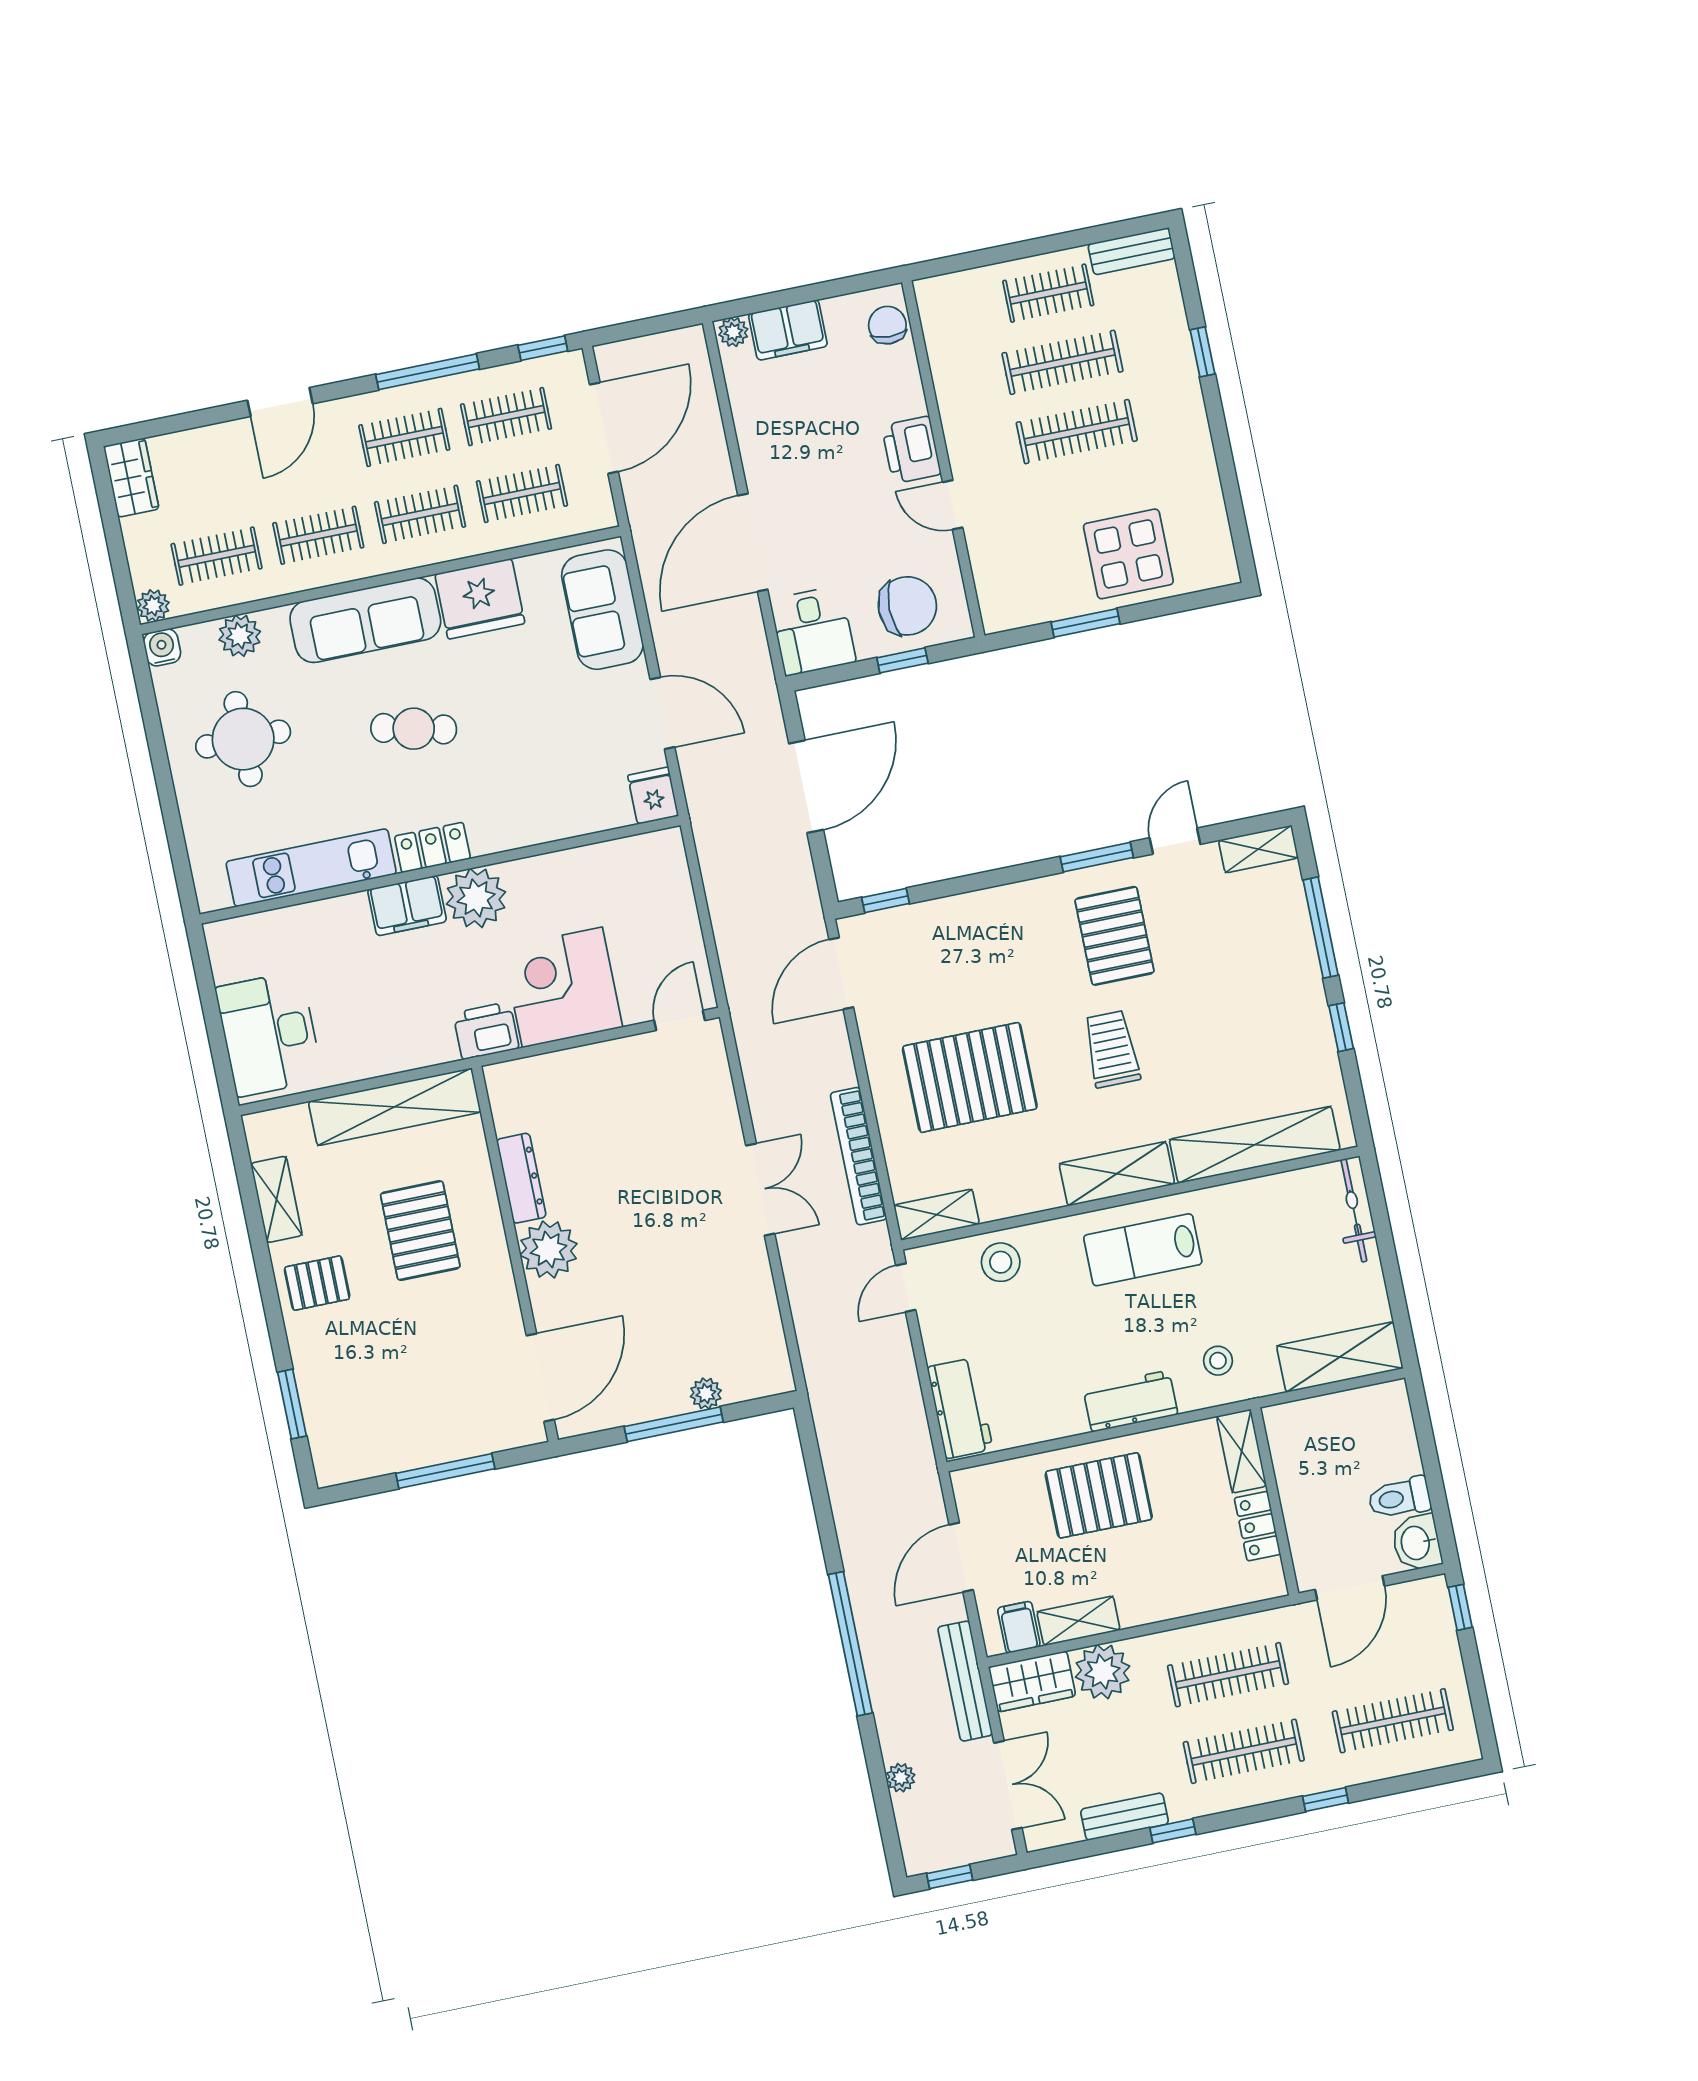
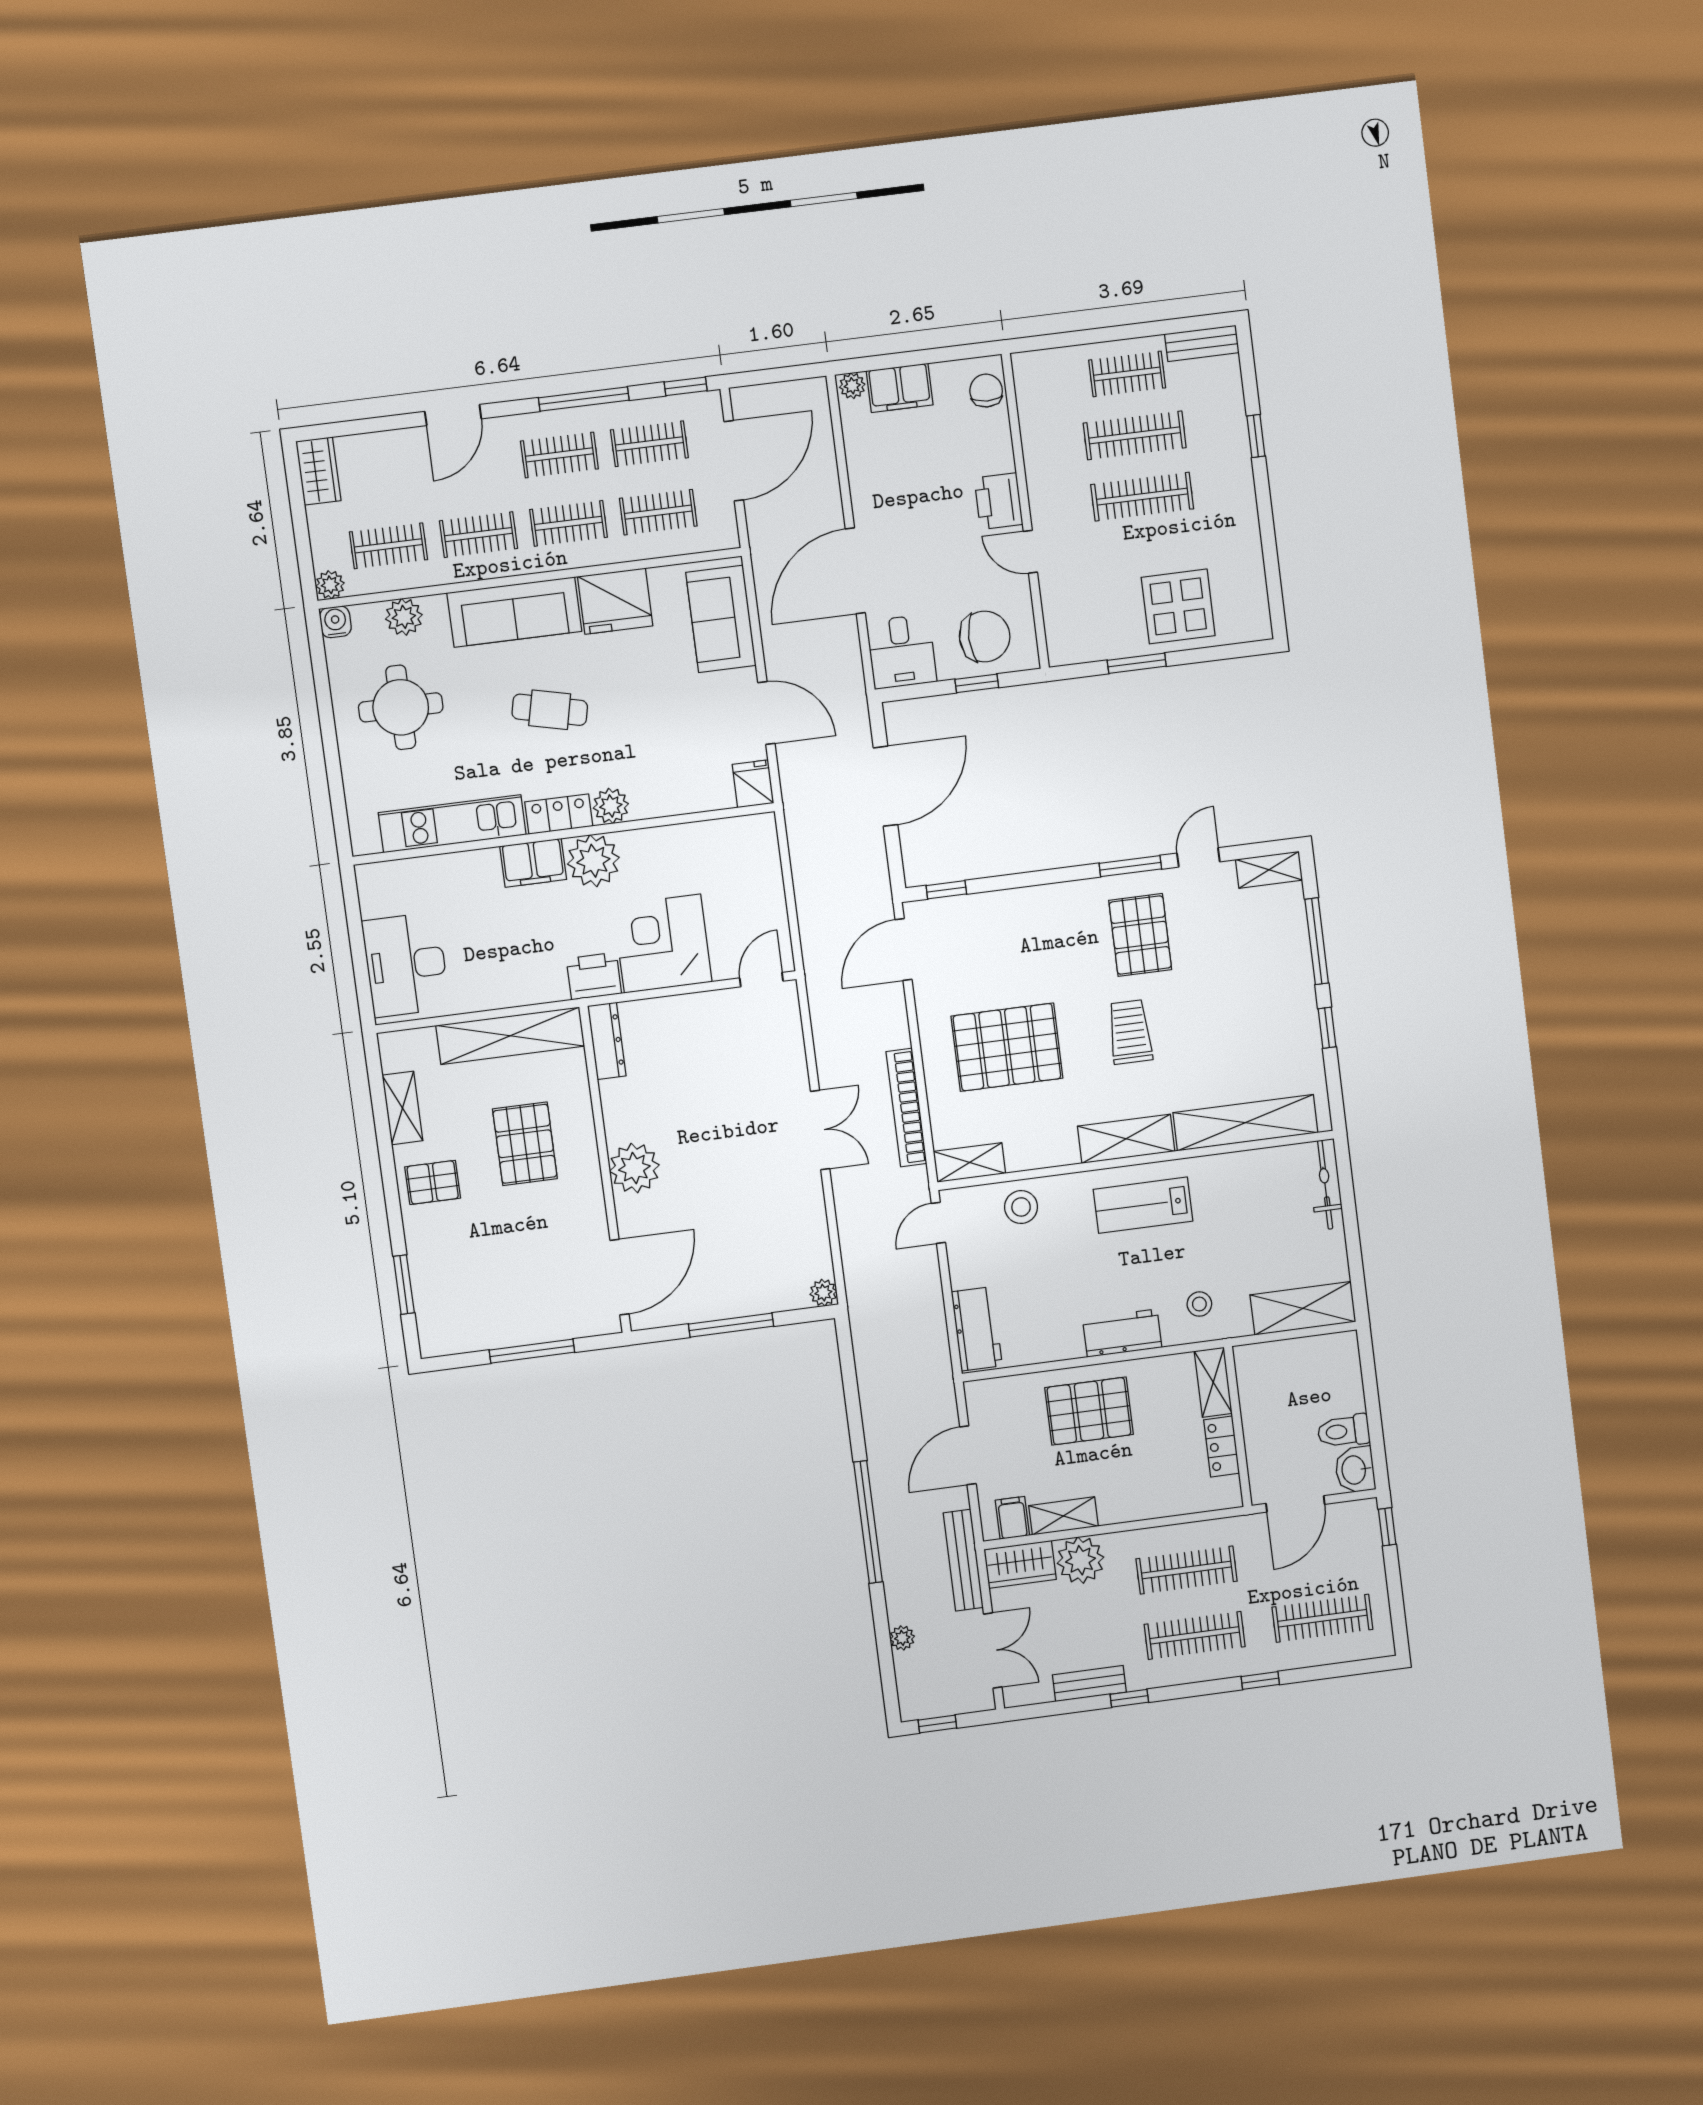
plant: (492, 833) -> (611, 806), added
dresser: (521, 1178) -> (607, 1041), moved
plant: (706, 1394) -> (823, 1293), moved

